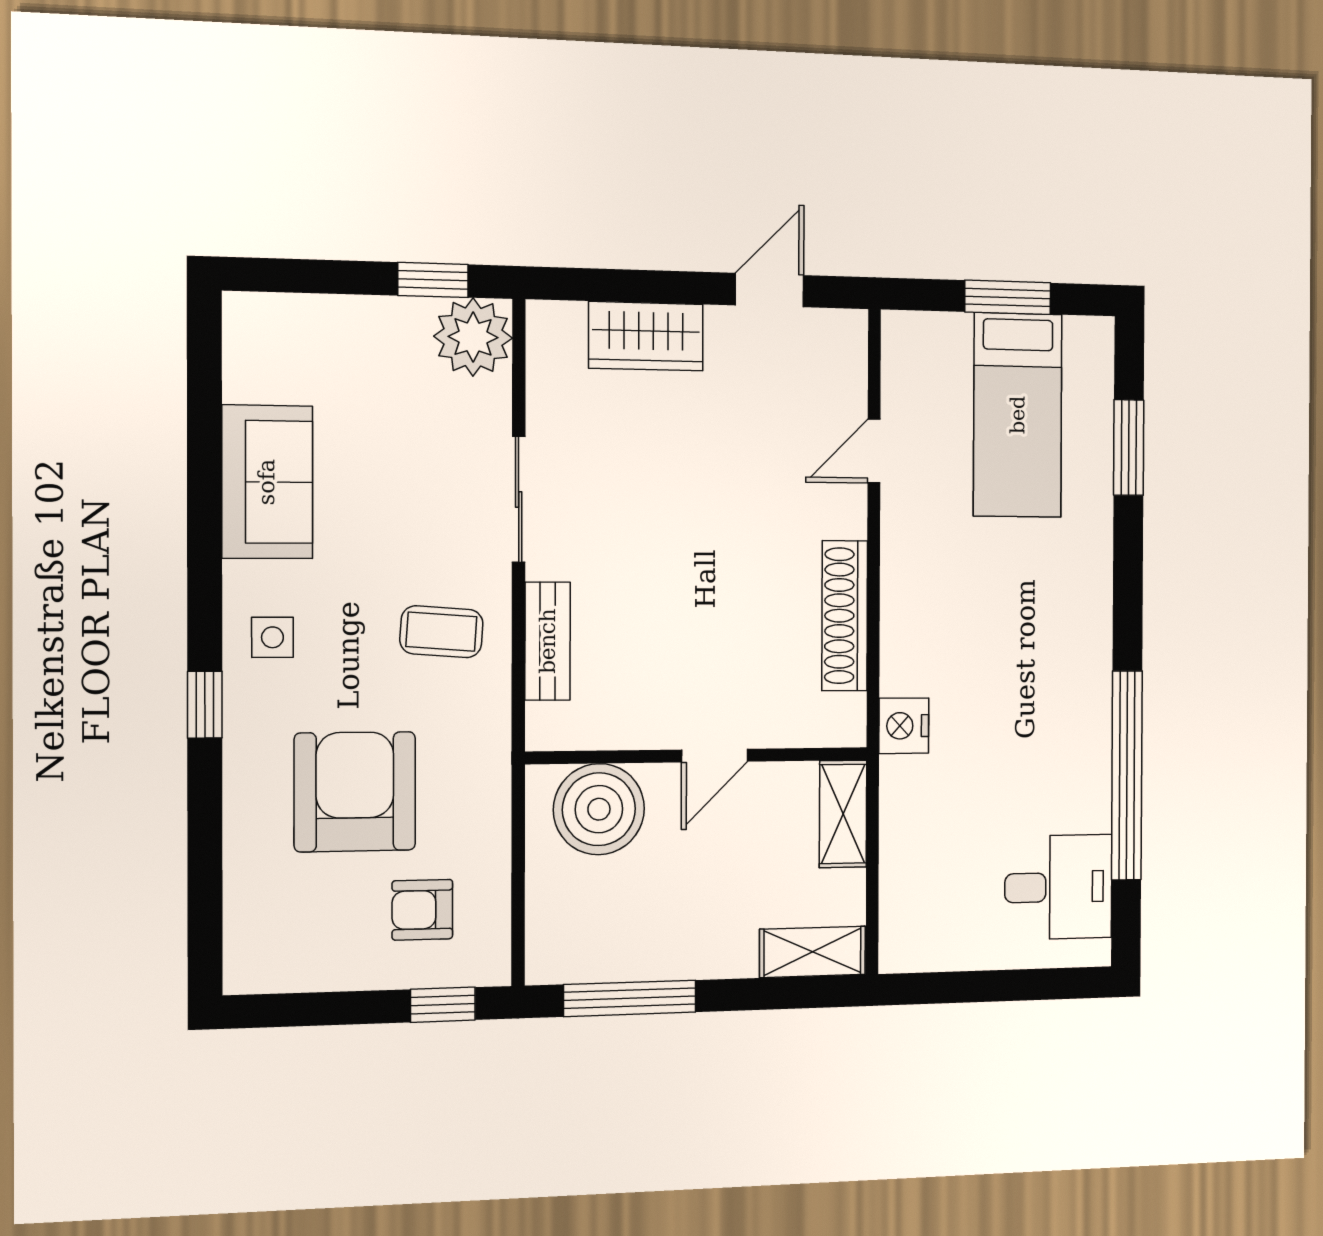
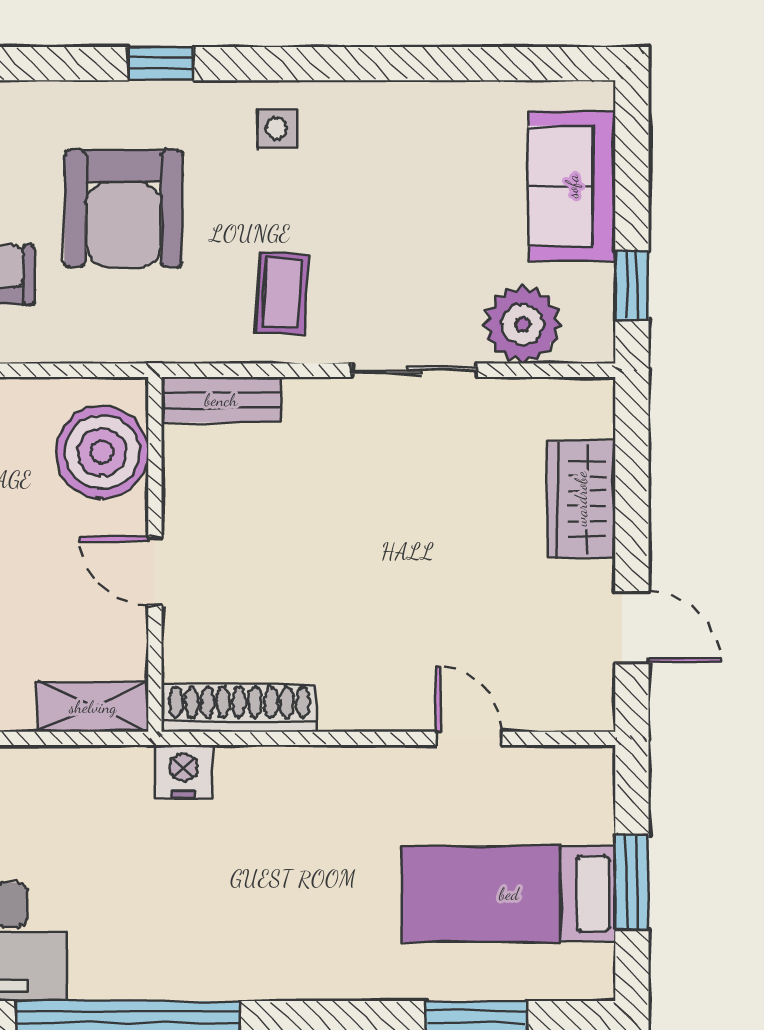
plant: (473, 337) -> (523, 324), moved
sofa: (267, 482) -> (572, 186), moved, turned 90
shoe rack: (845, 616) -> (239, 708), moved
bench: (548, 641) -> (221, 400), moved
window: (205, 705) -> (161, 64), moved
armchair: (355, 792) -> (123, 208), turned 90

